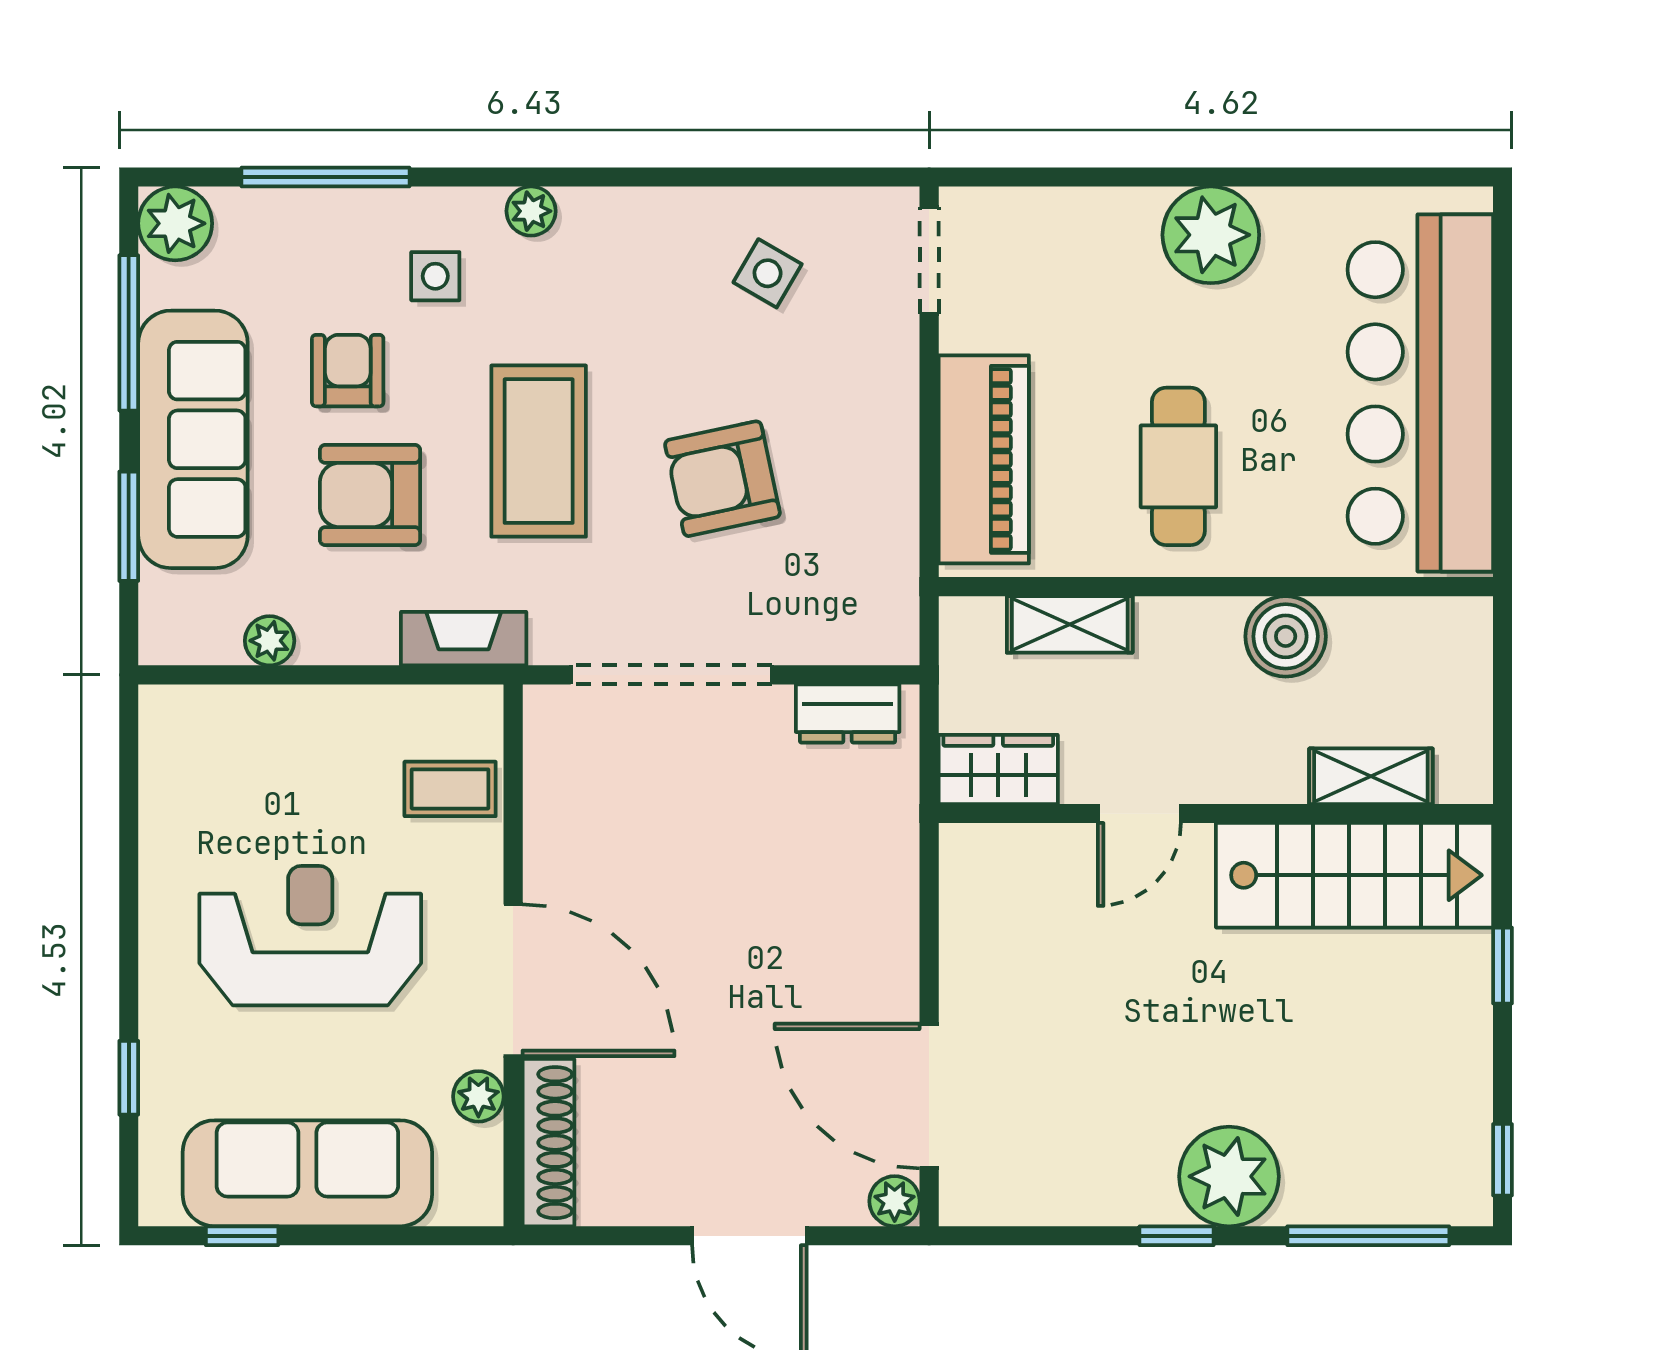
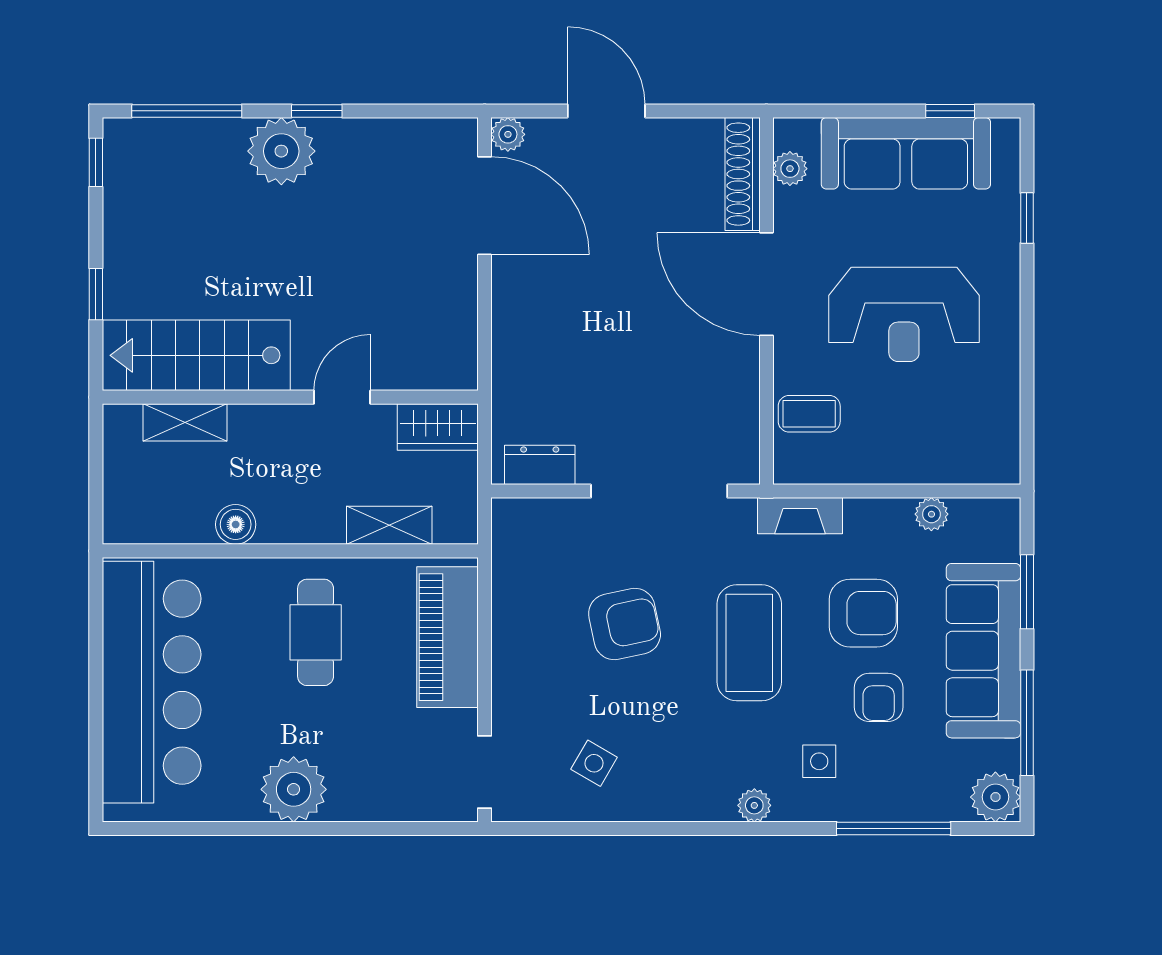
boiler: (1286, 636) -> (236, 524), width x0.73, depth x0.73
plant: (478, 1096) -> (790, 169), moved

